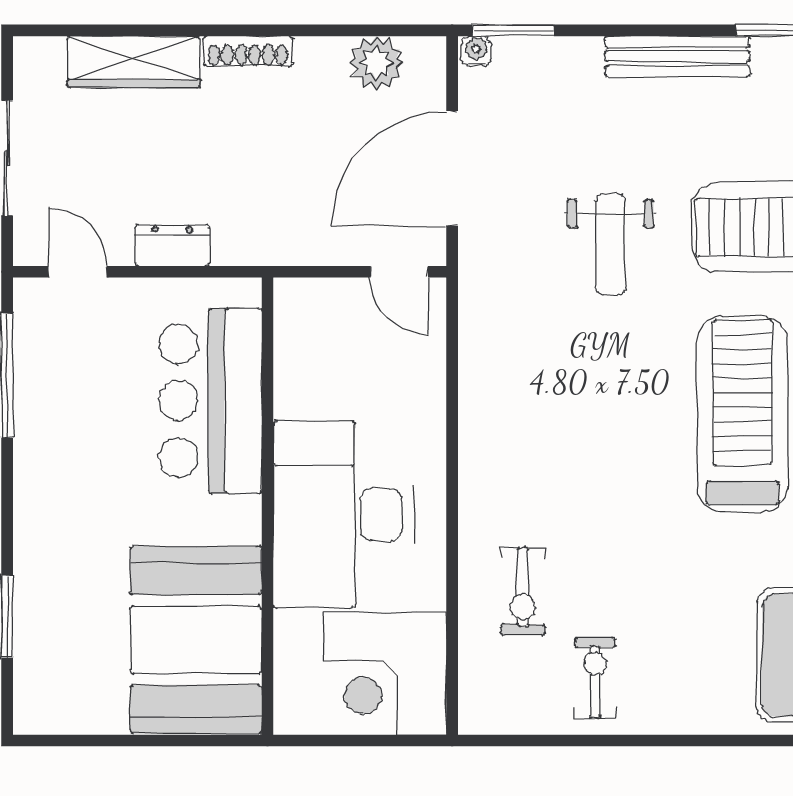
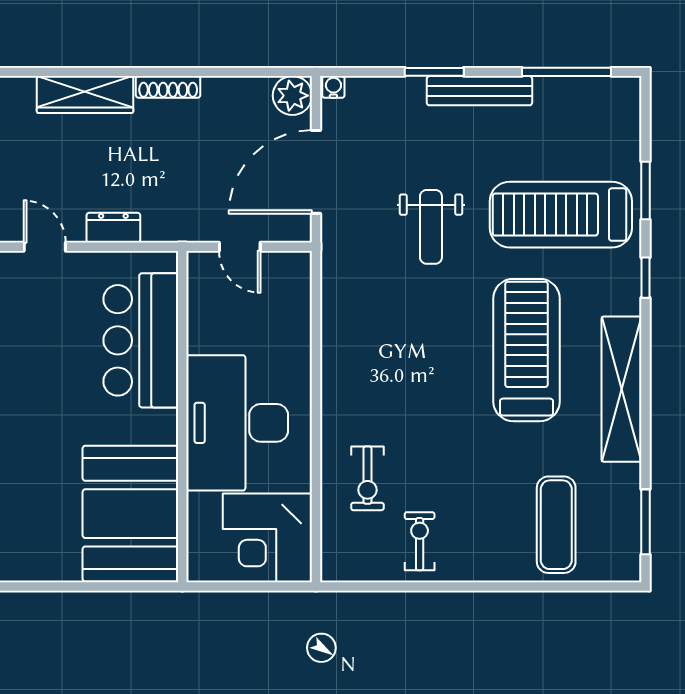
window: (513, 30) -> (434, 72), moved
plant: (376, 63) -> (292, 96), moved
door: (399, 272) -> (240, 247), moved

